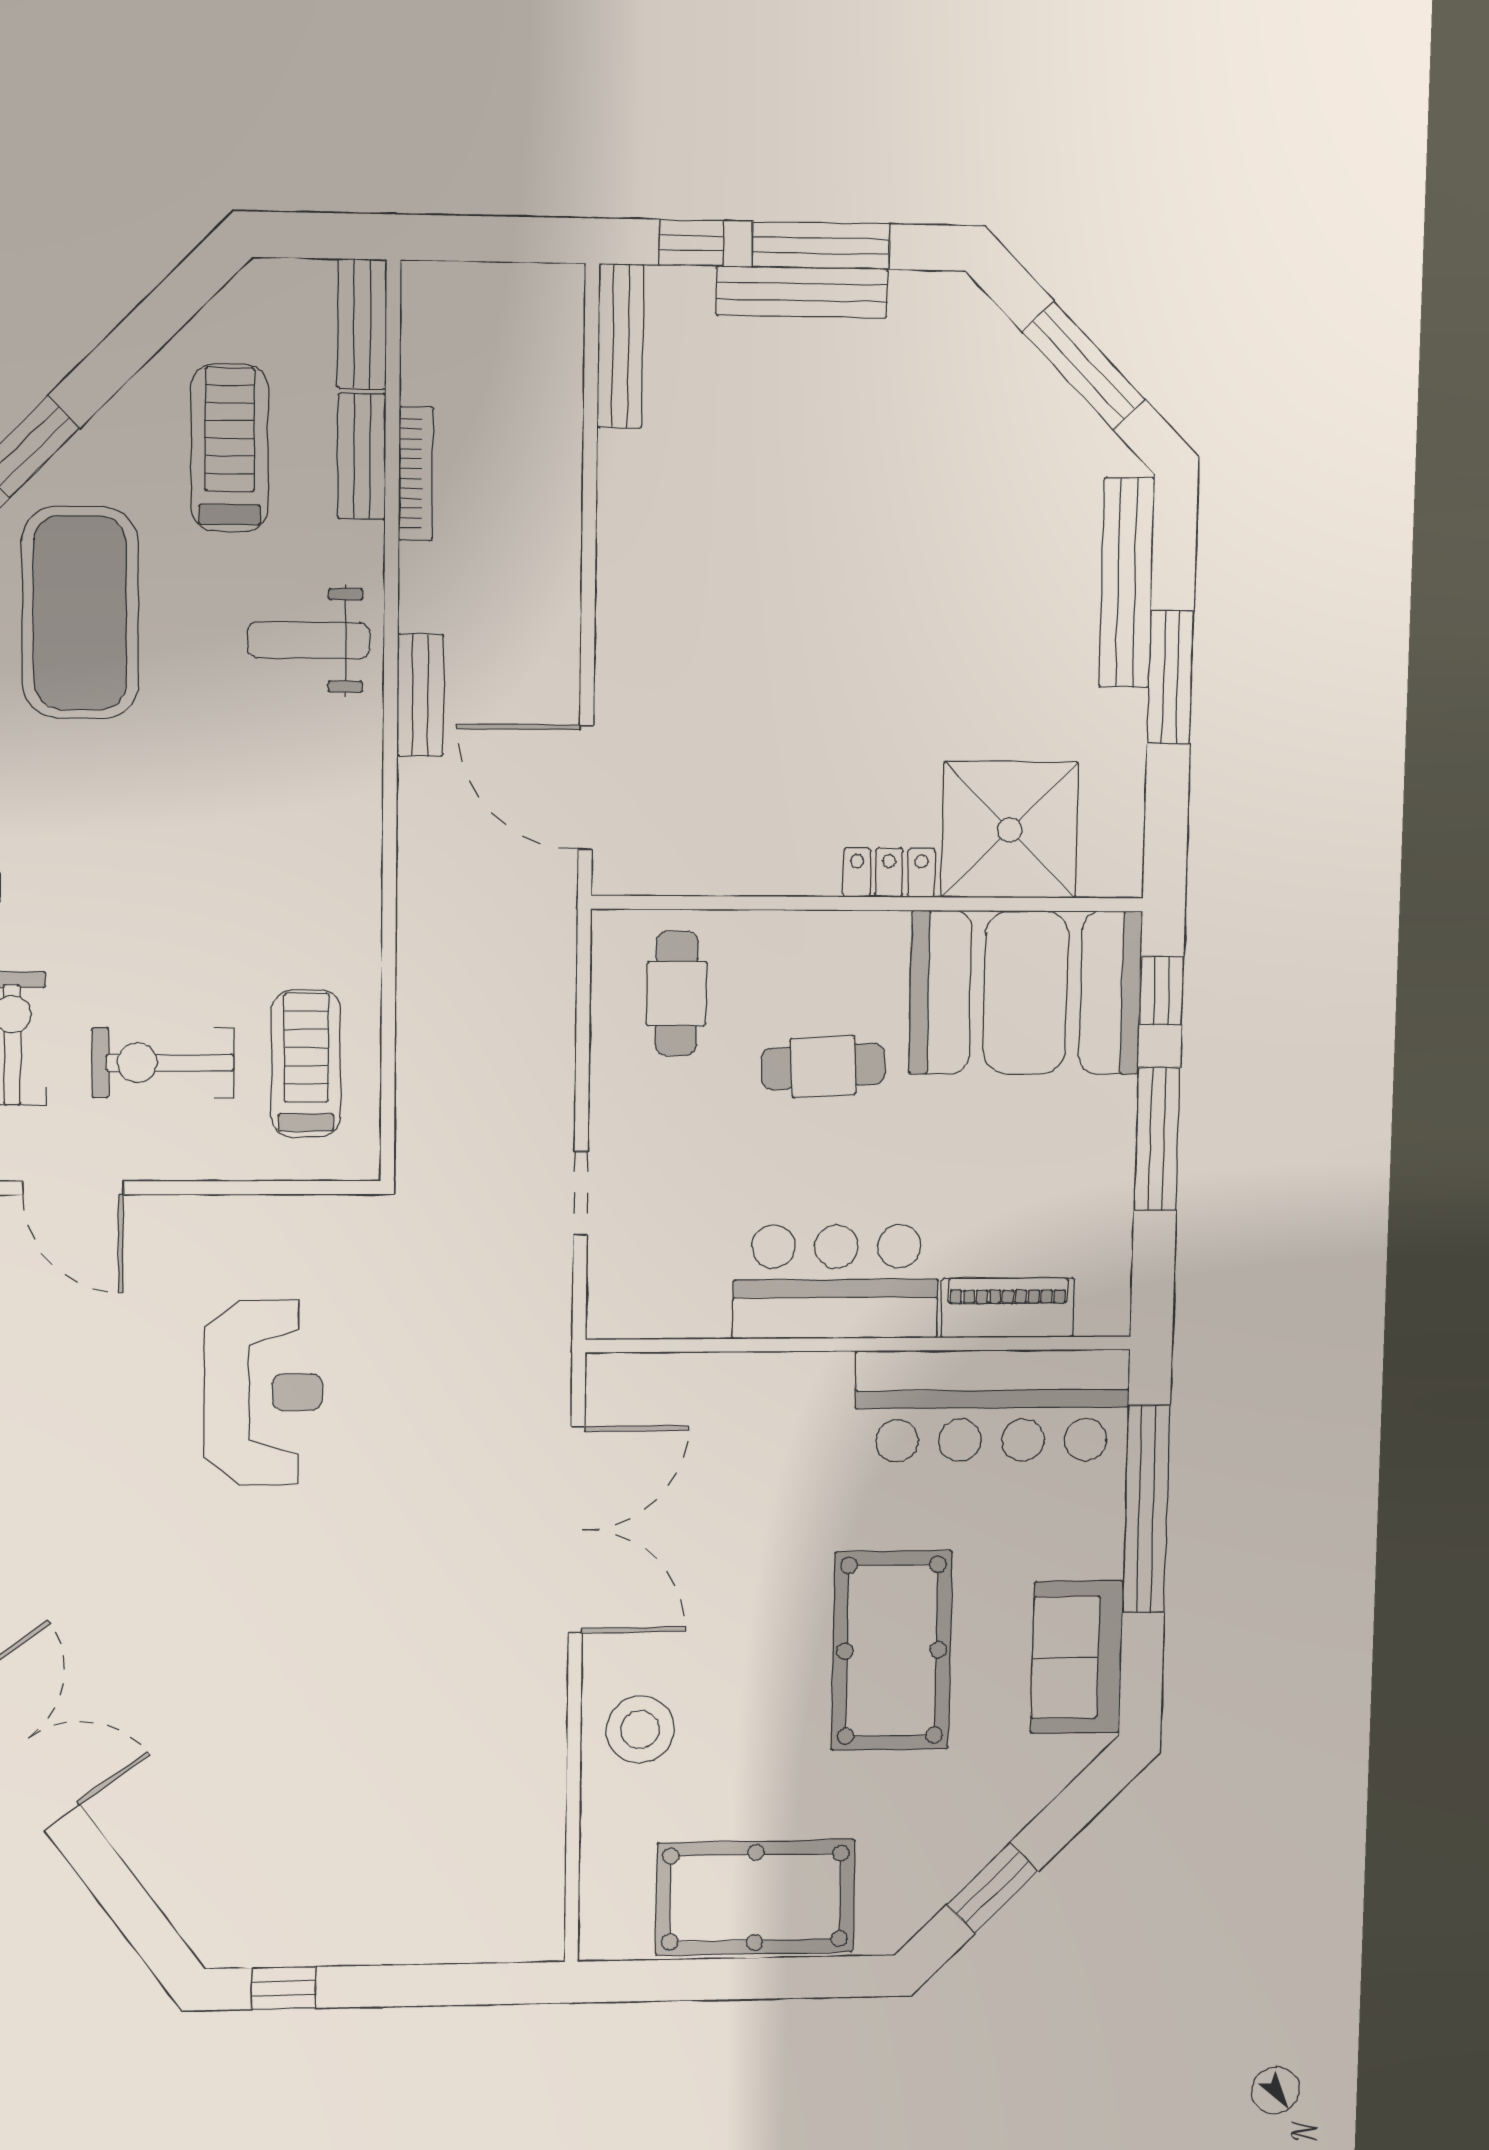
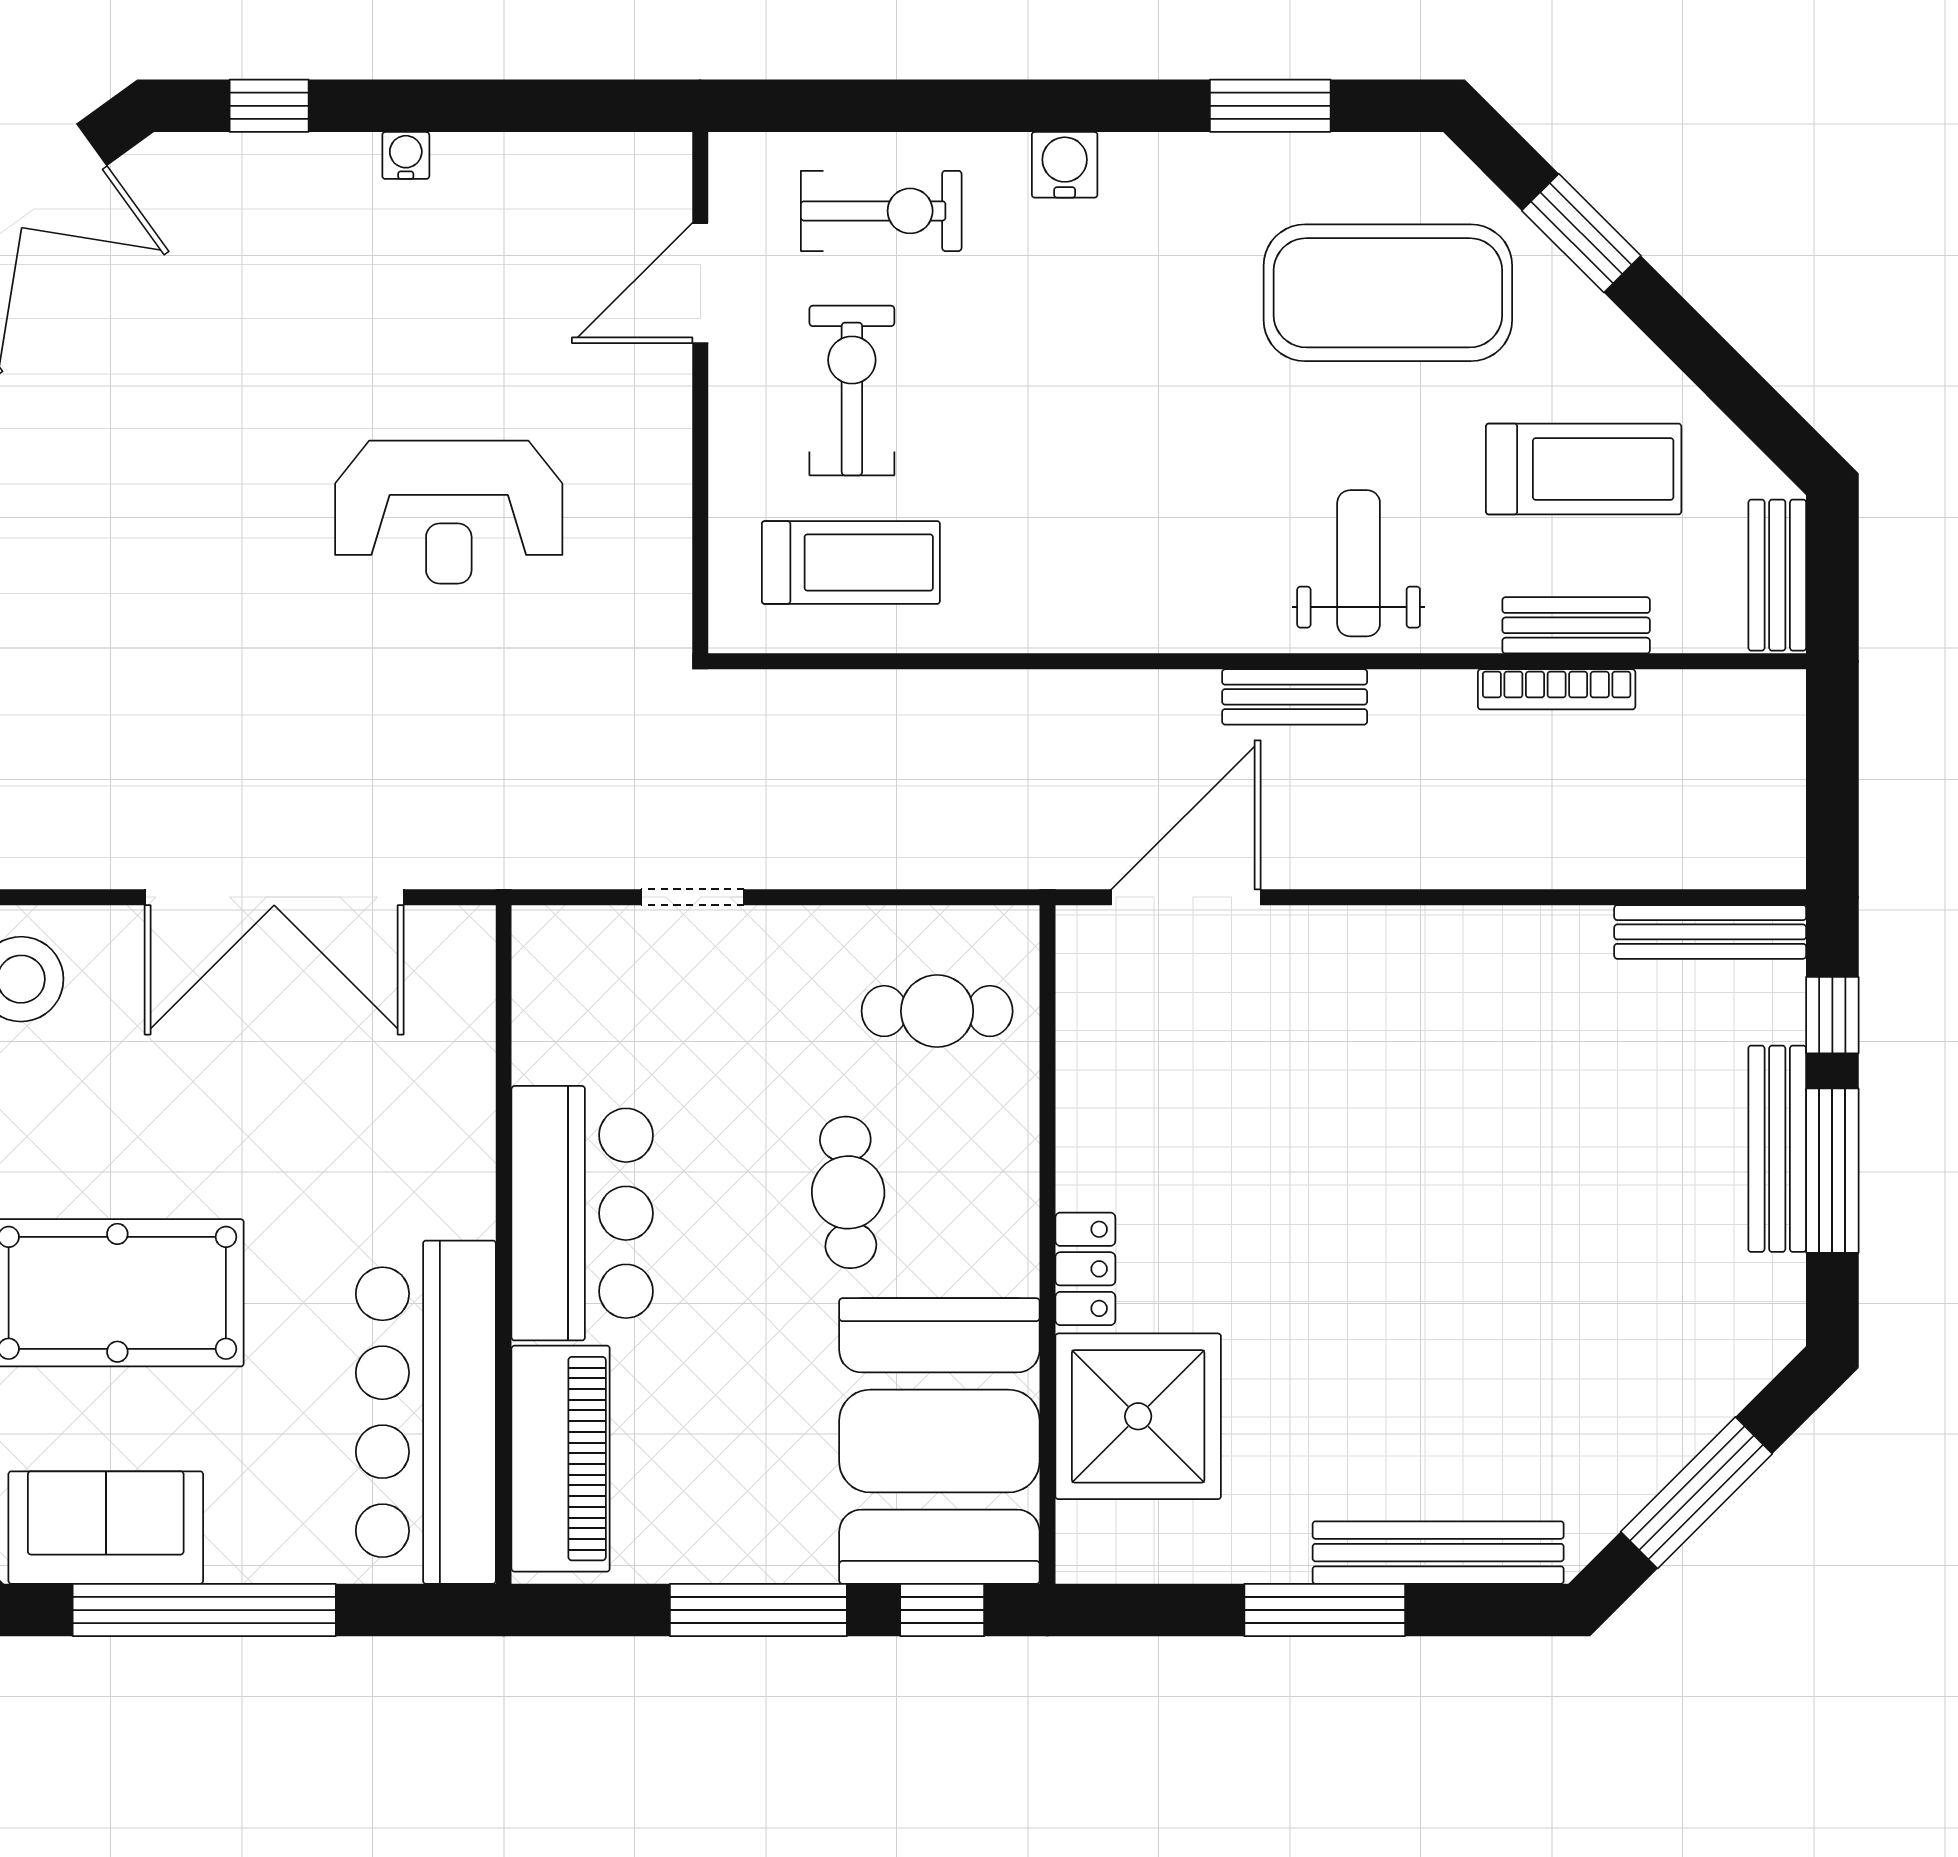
bench: (362, 324) -> (1777, 575), moved, turned 90
piano: (1008, 1308) -> (561, 1459), width x1.37, depth x1.33
window: (1146, 1509) -> (204, 1610), moved

